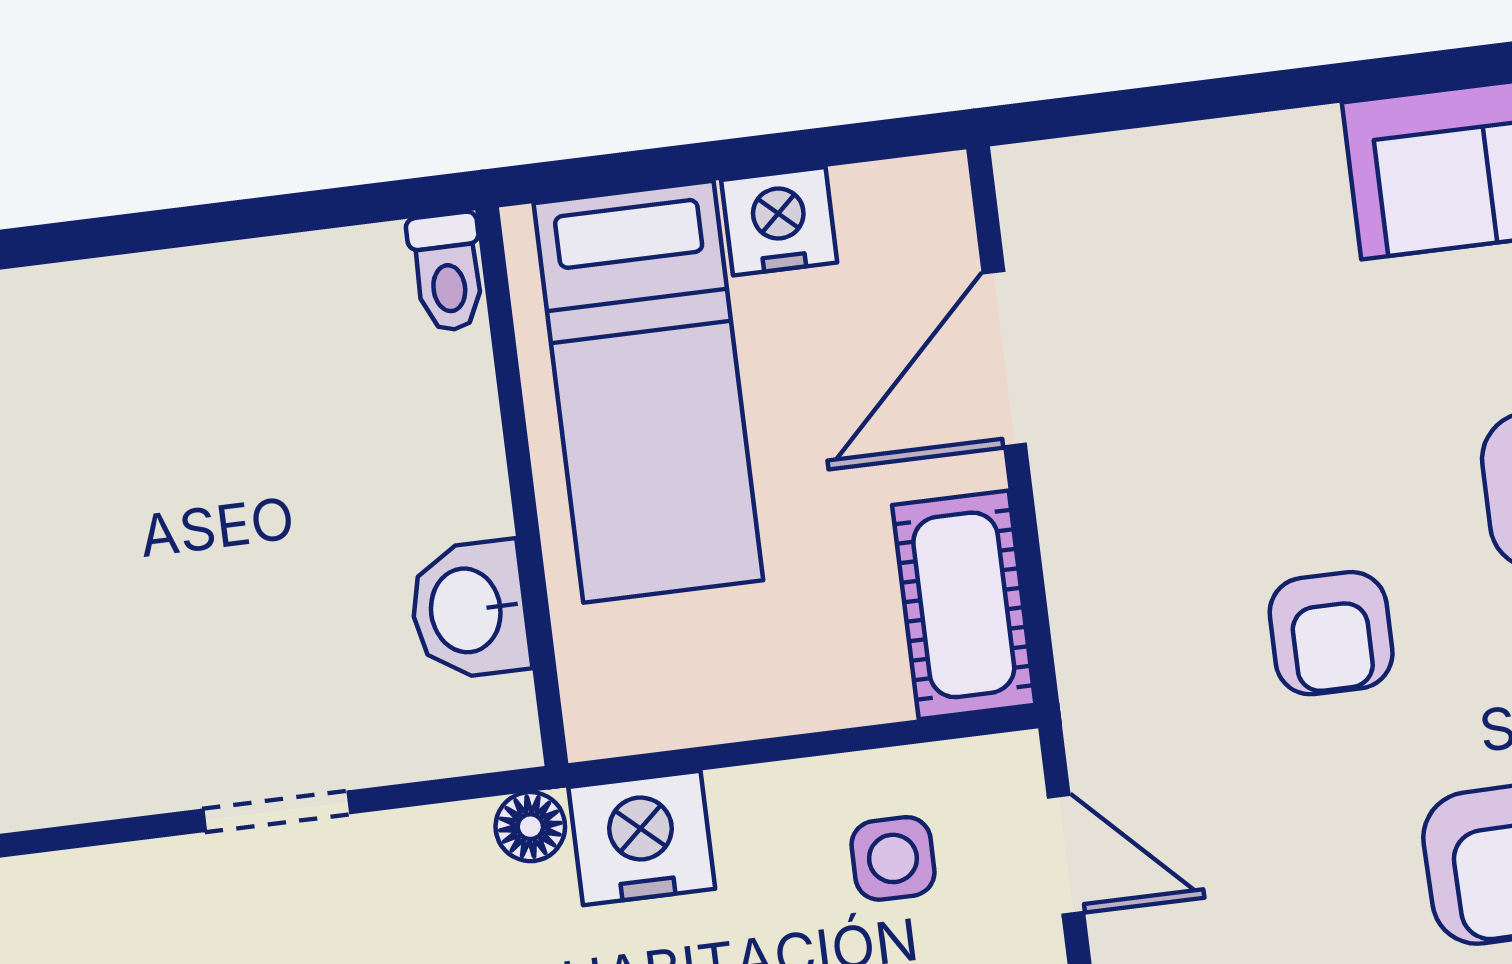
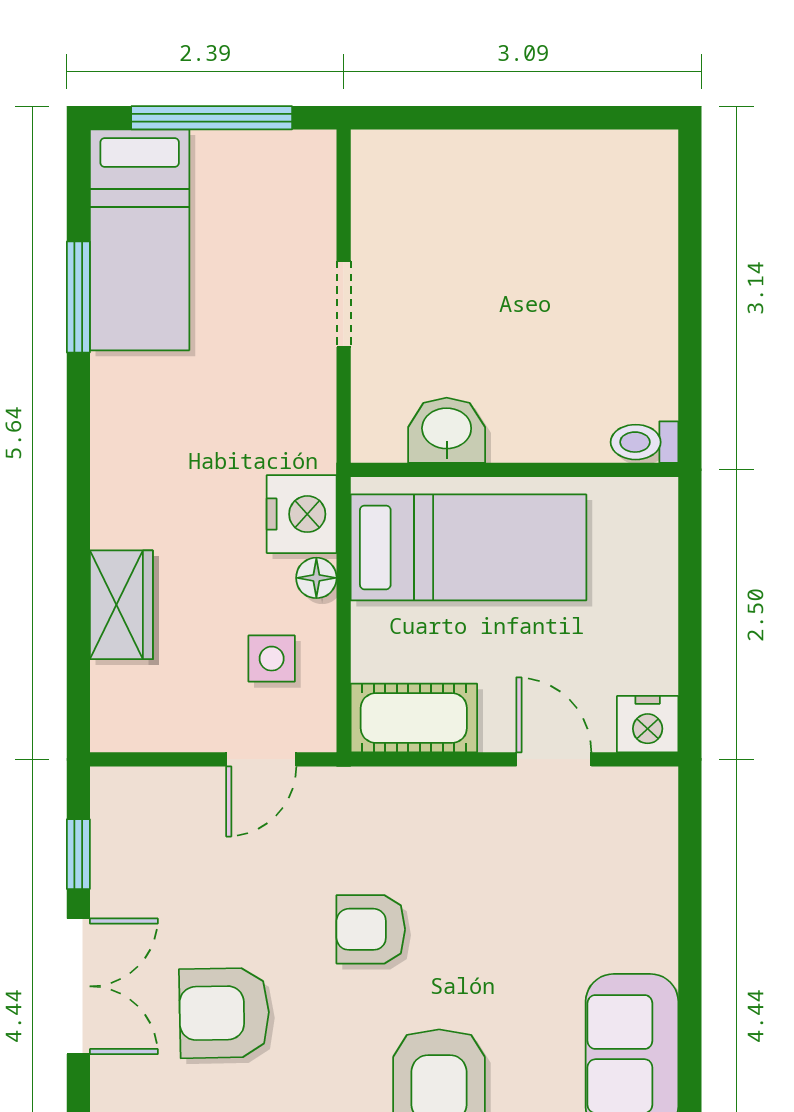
nightstand: (779, 221) -> (648, 724), moved, turned 90
door: (1004, 359) -> (554, 759), width x0.73
bed: (648, 392) -> (468, 547), moved, turned 180
floor lamp: (530, 827) -> (316, 578), moved

